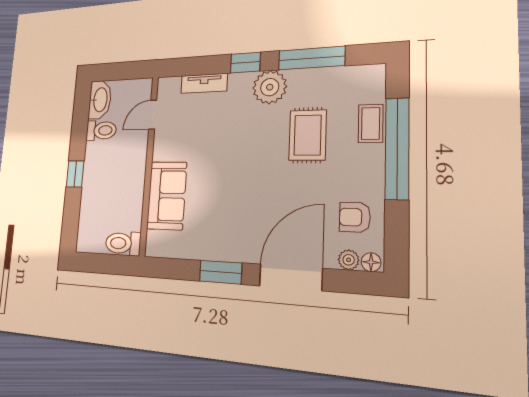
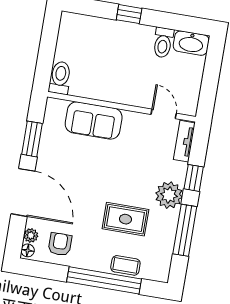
door: (153, 115) -> (164, 114), moved
wall: (149, 165) -> (122, 107), moved
sofa: (167, 196) -> (94, 121), moved
toilet: (123, 243) -> (60, 78), moved

